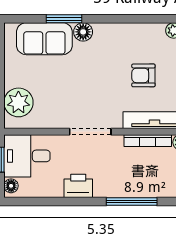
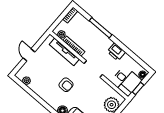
armchair: (143, 75) -> (66, 85), moved

